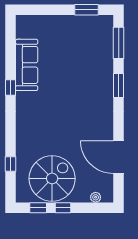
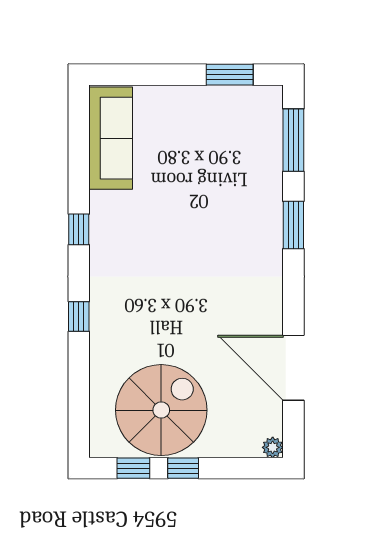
sofa: (27, 65) -> (111, 138), moved
window: (11, 164) -> (79, 317), moved
plant: (96, 197) -> (273, 447), moved

